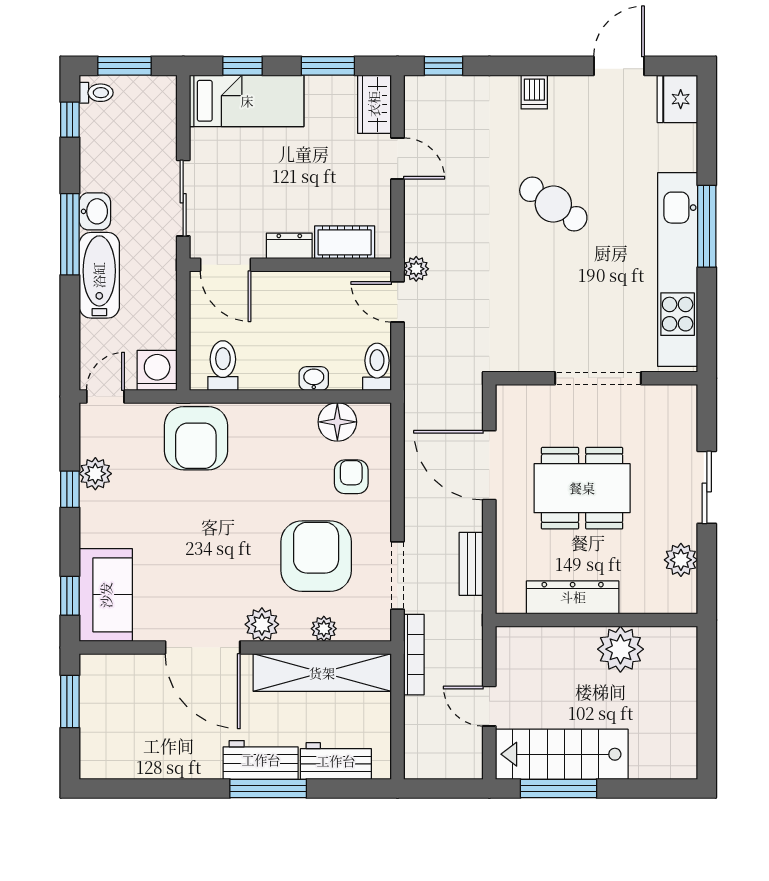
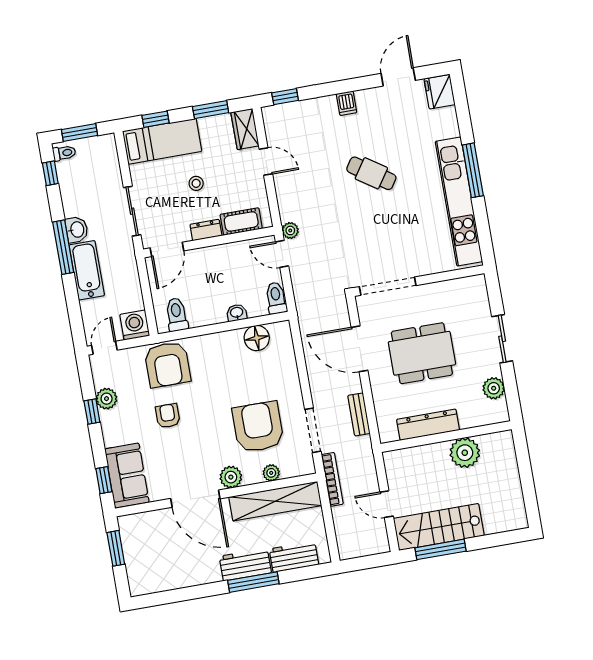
stool: (287, 173) -> (196, 183), added
door: (225, 265) -> (167, 249), hinge flipped
doorway: (598, 378) -> (388, 286), moved
armchair: (351, 477) -> (168, 416), moved

